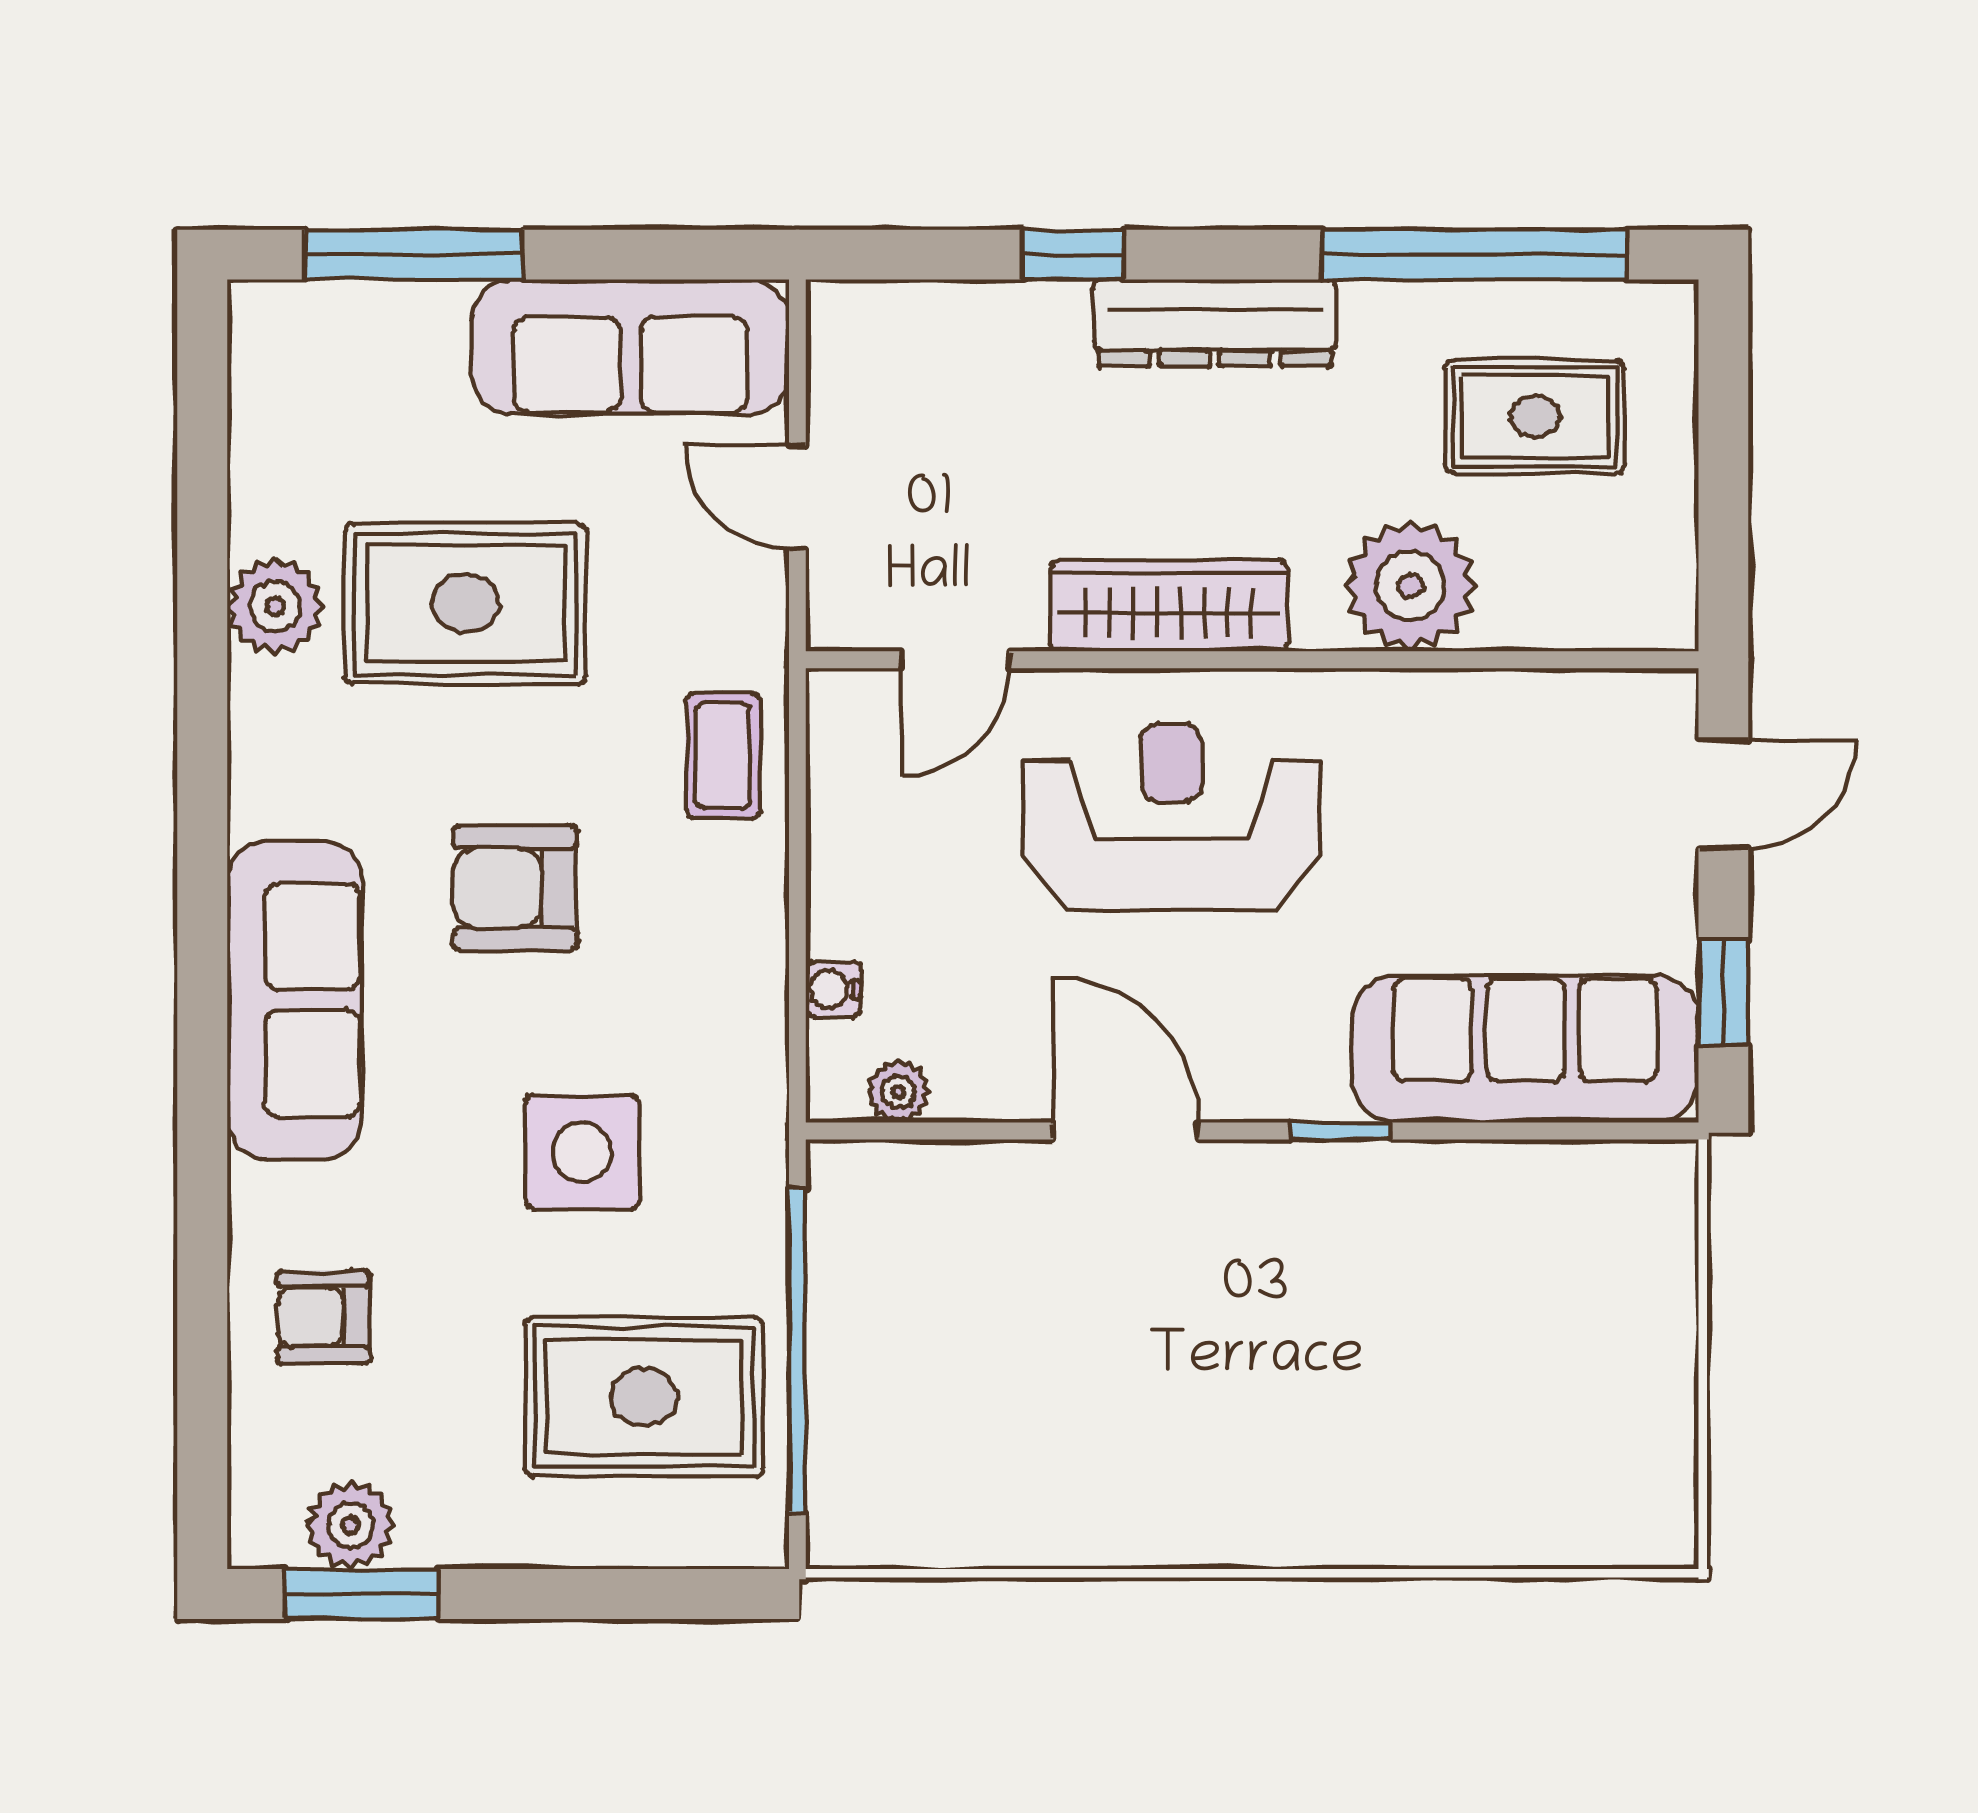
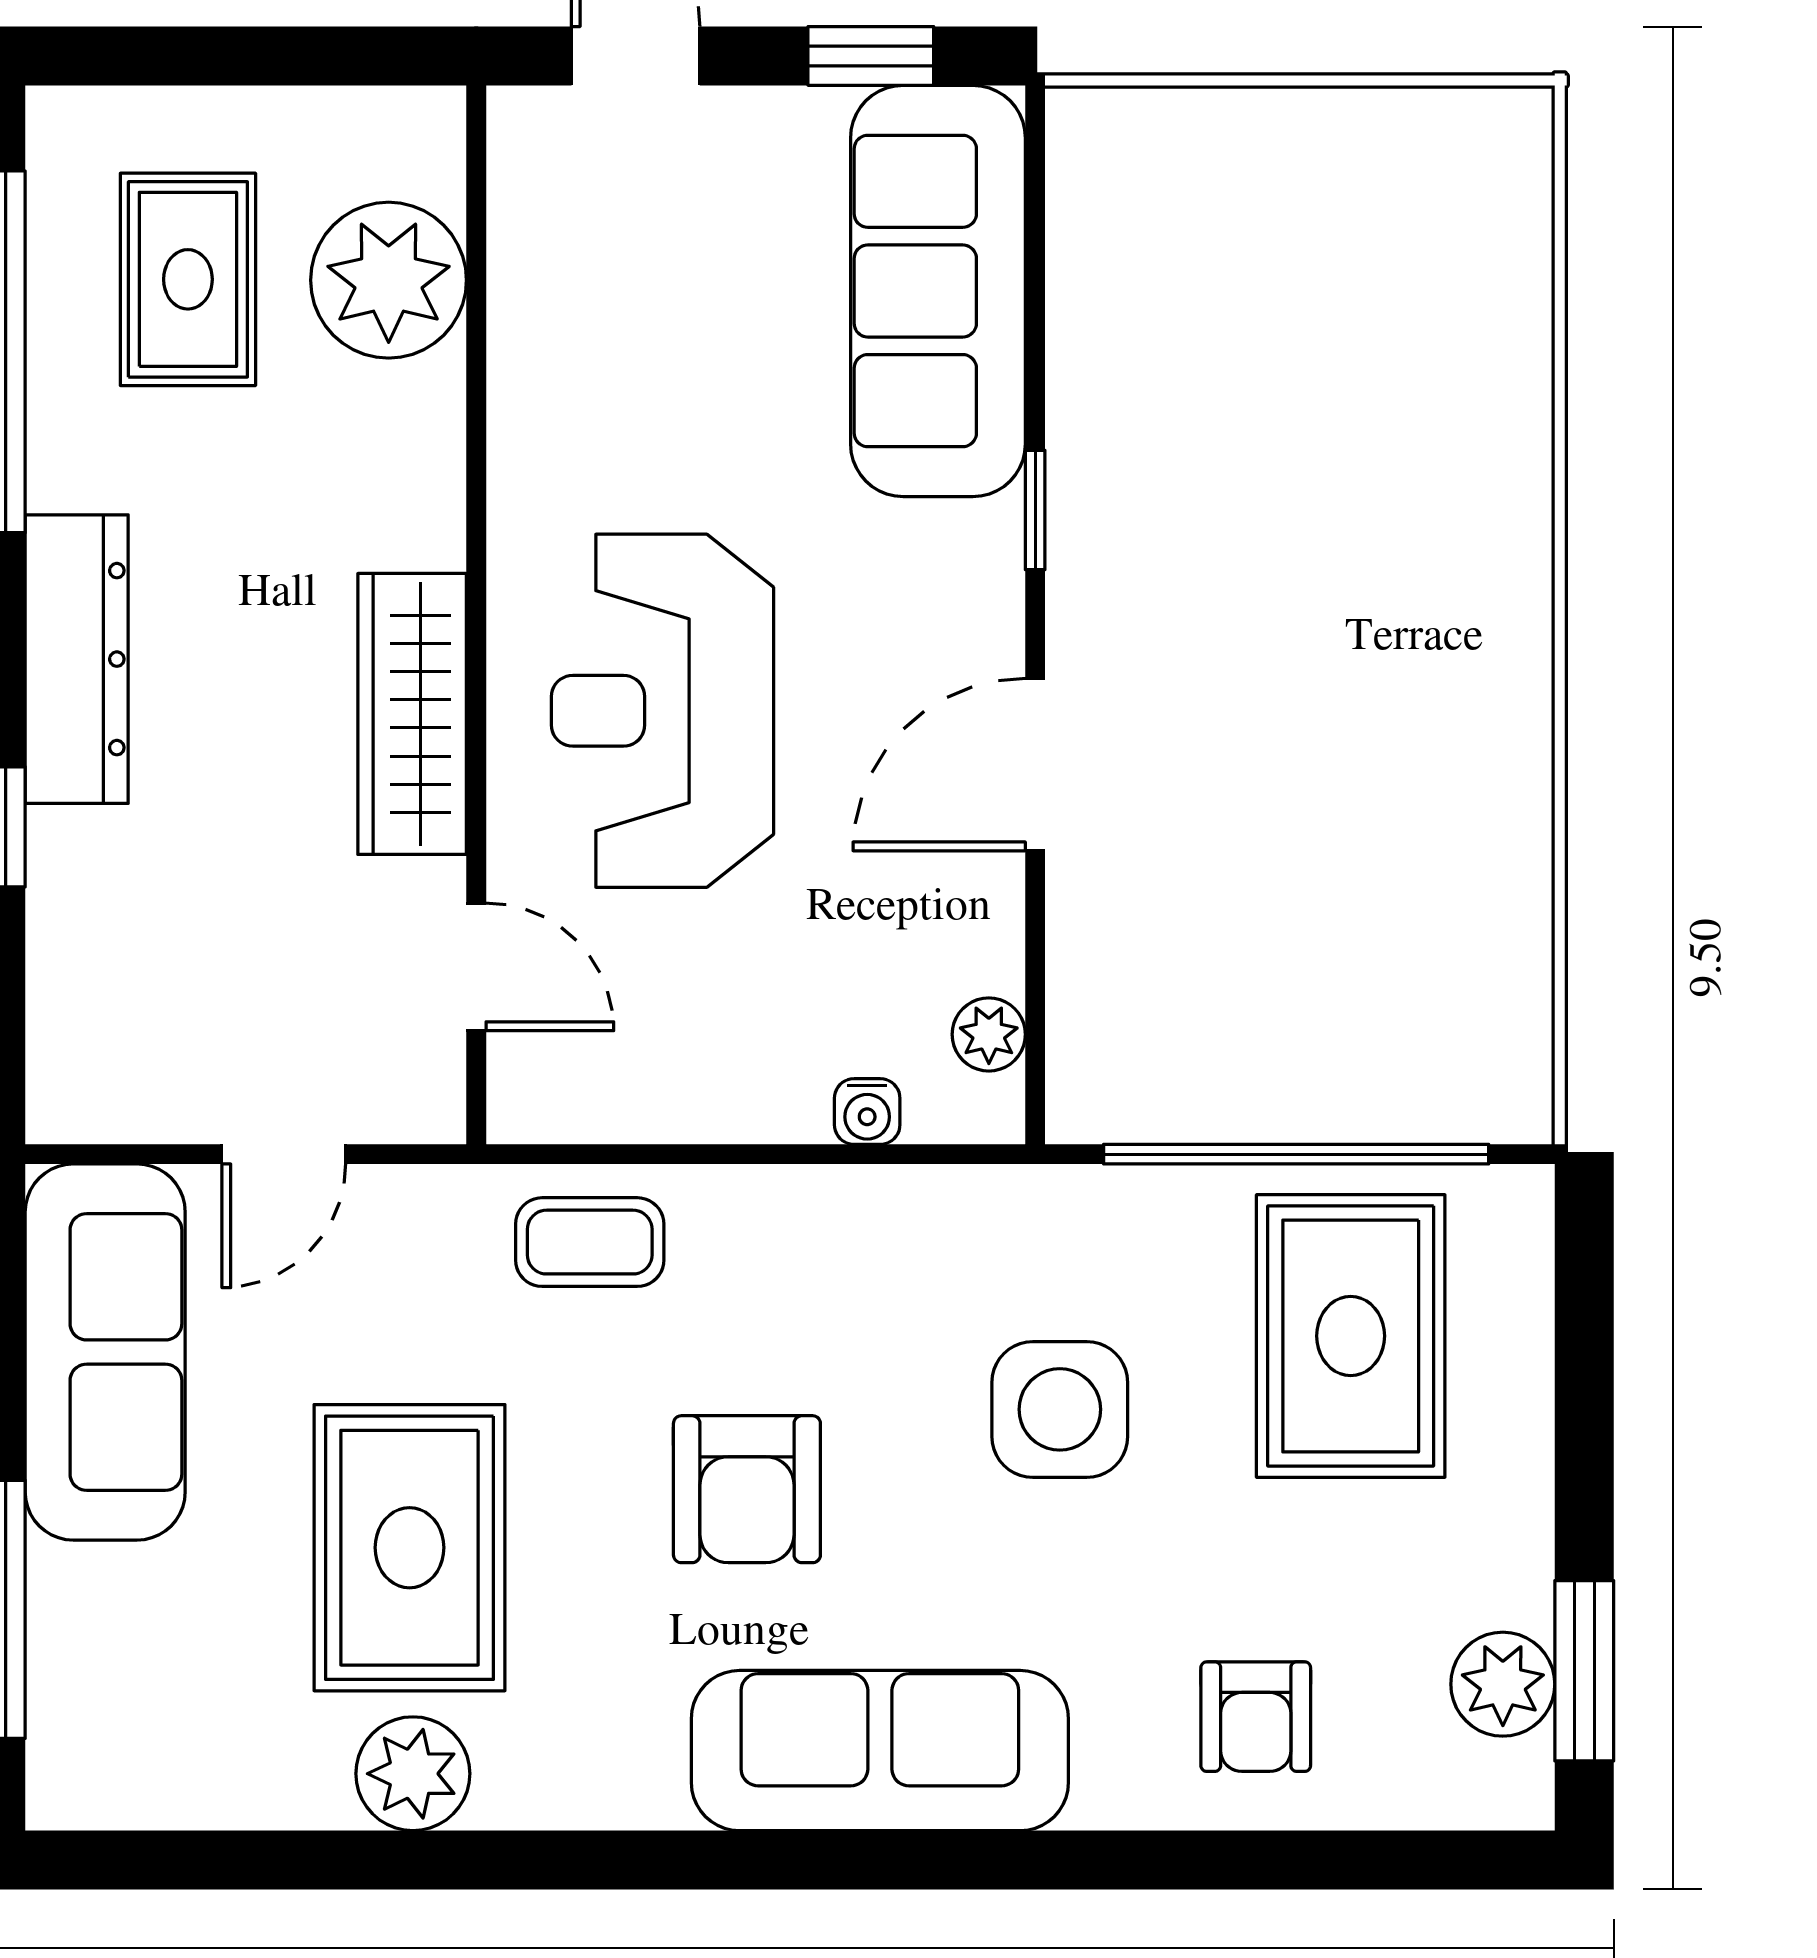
plant: (1410, 586) -> (389, 280), moved

